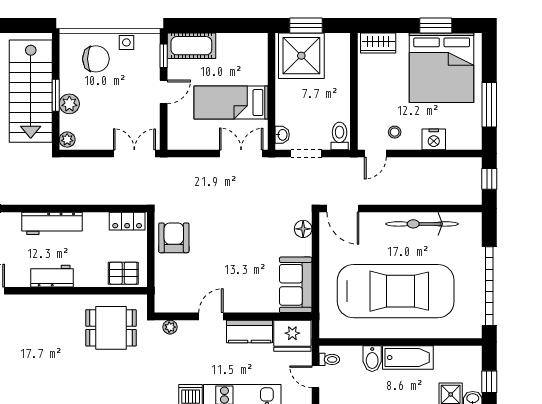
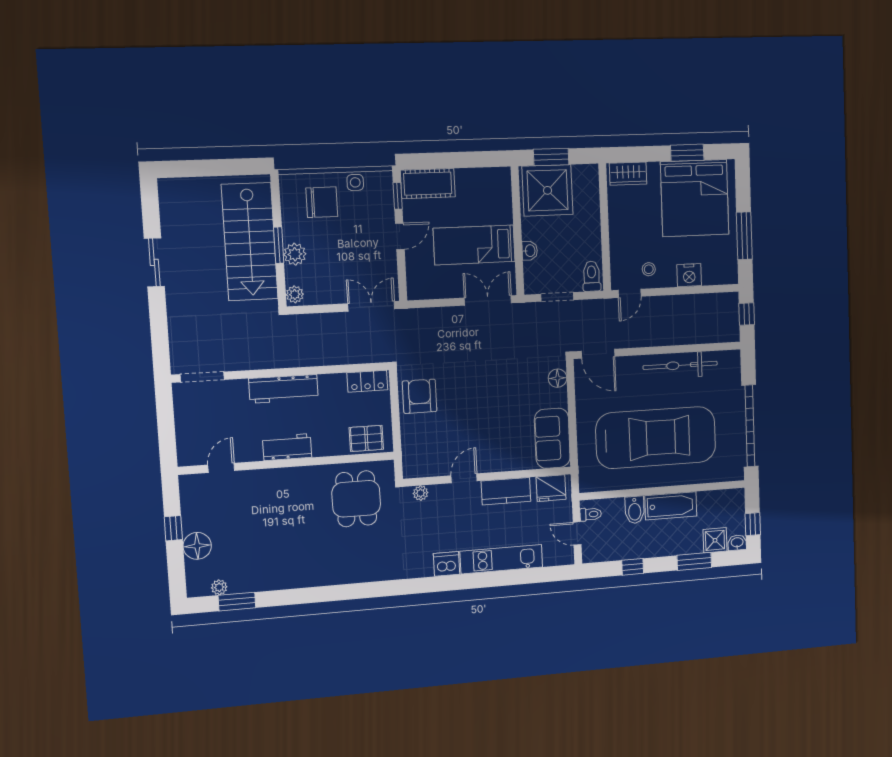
washbasin: (282, 135) -> (530, 251), moved
dining table: (111, 328) -> (356, 499), turned 90
fridge: (292, 336) -> (551, 488), width x0.73, depth x0.75

